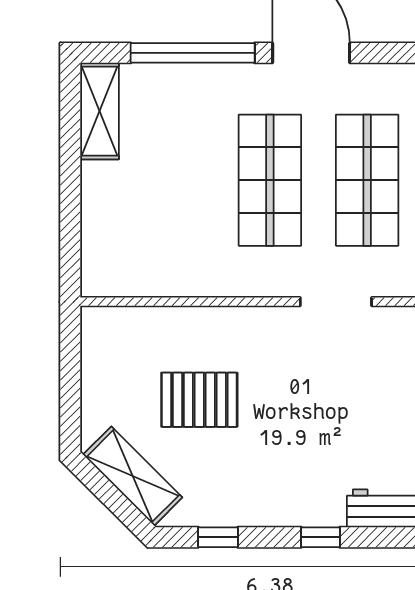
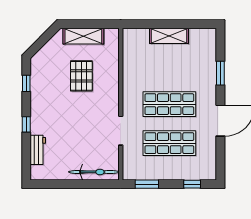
window: (193, 53) -> (220, 73), width x0.47
shelving: (100, 111) -> (169, 36), moved
shelving: (133, 476) -> (83, 36), moved, turned 45

